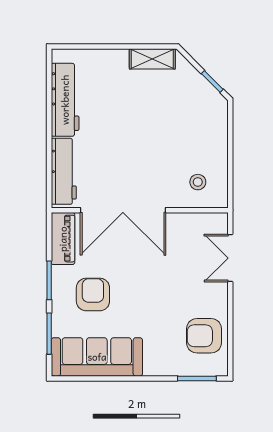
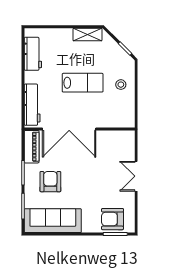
workbench: (65, 100) -> (33, 54), width x0.73
lab bench: (145, 136) -> (83, 83), added
stool: (198, 182) -> (121, 85), moved
double door: (230, 258) -> (136, 176), moved
armchair: (204, 336) -> (112, 219), moved

